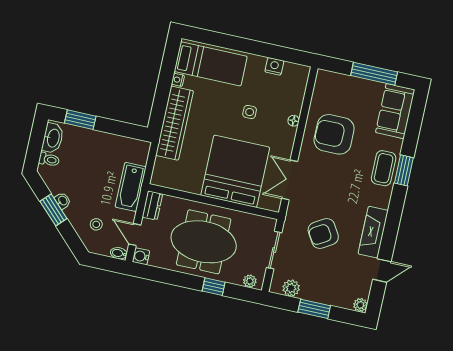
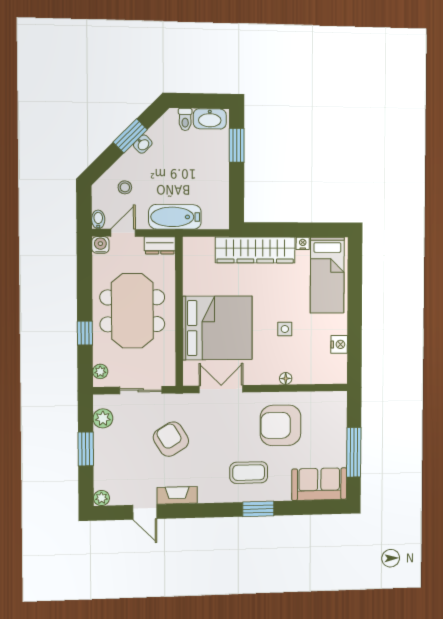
armchair: (334, 134) -> (281, 425), turned -90
coffee table: (384, 168) -> (249, 473), moved
fireplace: (373, 232) -> (177, 495), width x0.73, depth x0.76

